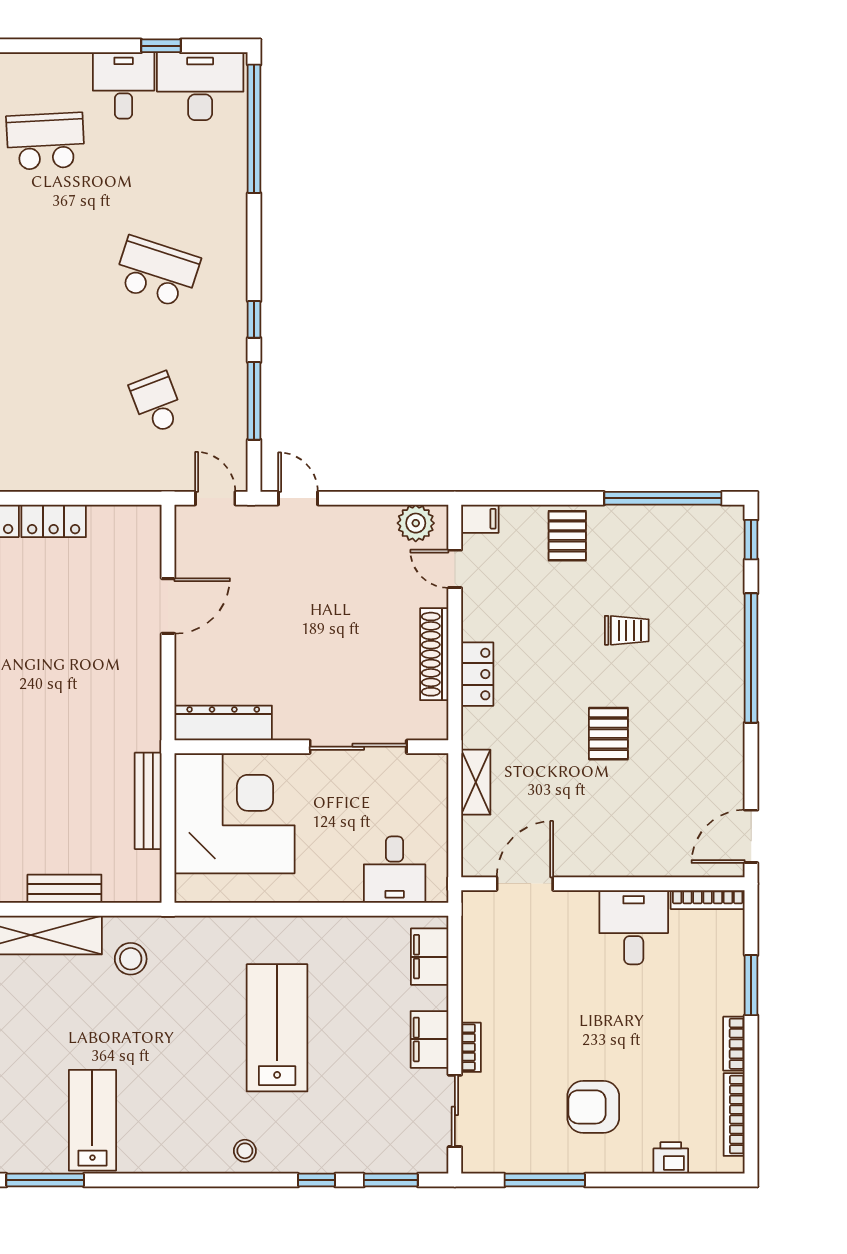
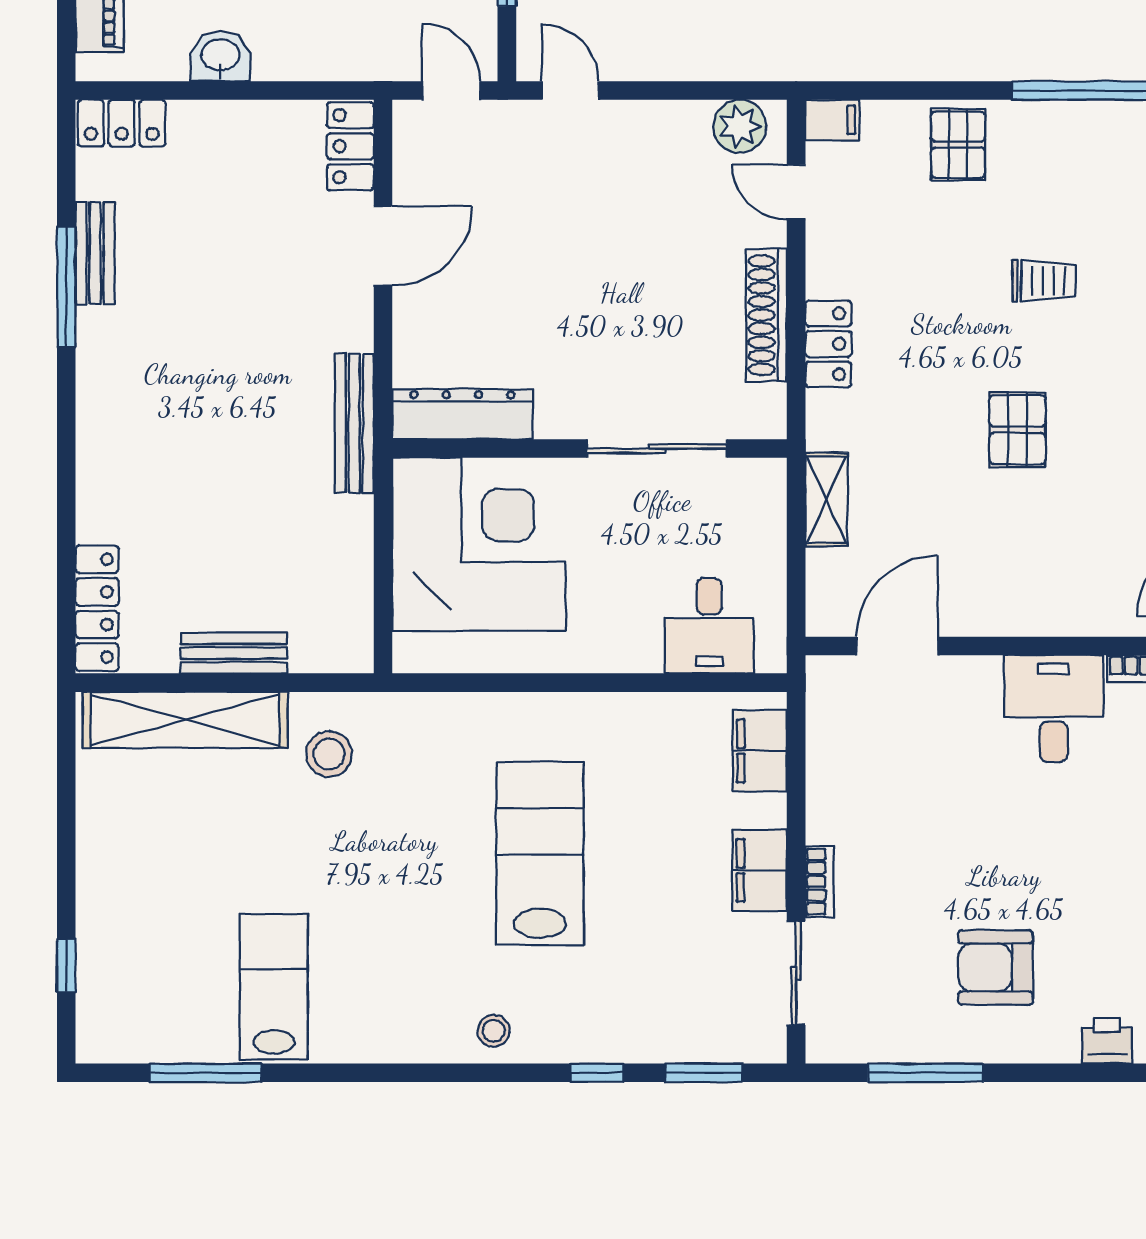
washbasin: (55, 474) -> (220, 56), added
locker: (54, 521) -> (350, 146), moved, turned 90
bench: (148, 801) -> (354, 423), moved

